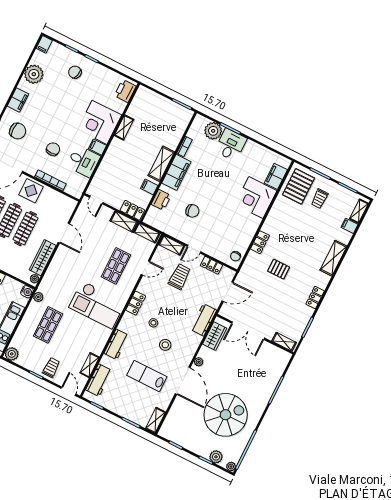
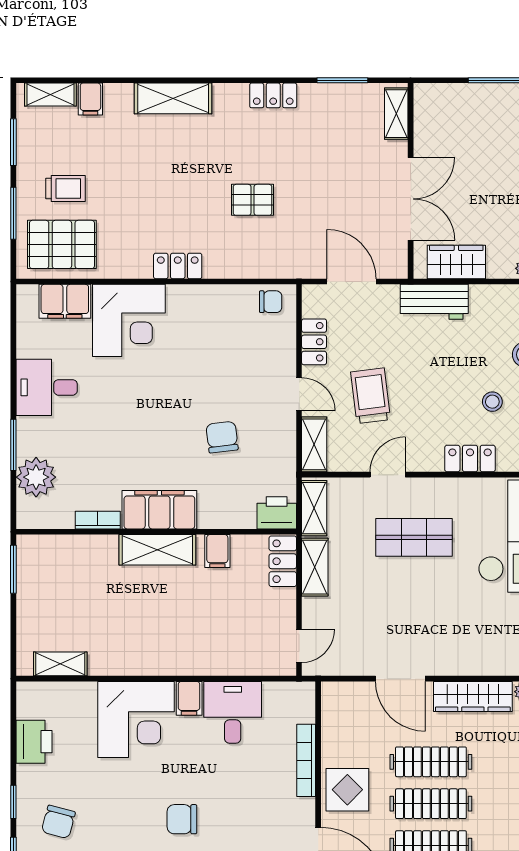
printer: (125, 91) -> (34, 742), moved, turned -90
shelving: (124, 127) -> (60, 664), moved
desk: (231, 145) -> (47, 387), moved
chair: (53, 149) -> (182, 819), moved
printer: (161, 200) -> (277, 513), moved
door: (64, 233) -> (400, 679), swing flipped
locker: (260, 242) -> (178, 266), moved
door: (145, 268) -> (388, 475), hinge flipped
pallet: (279, 269) -> (253, 200), turned 90
trolley: (179, 277) -> (371, 396), turned 83

